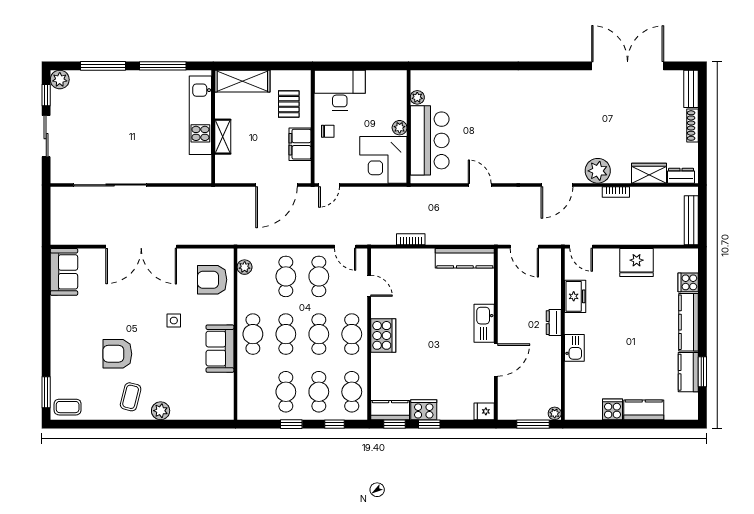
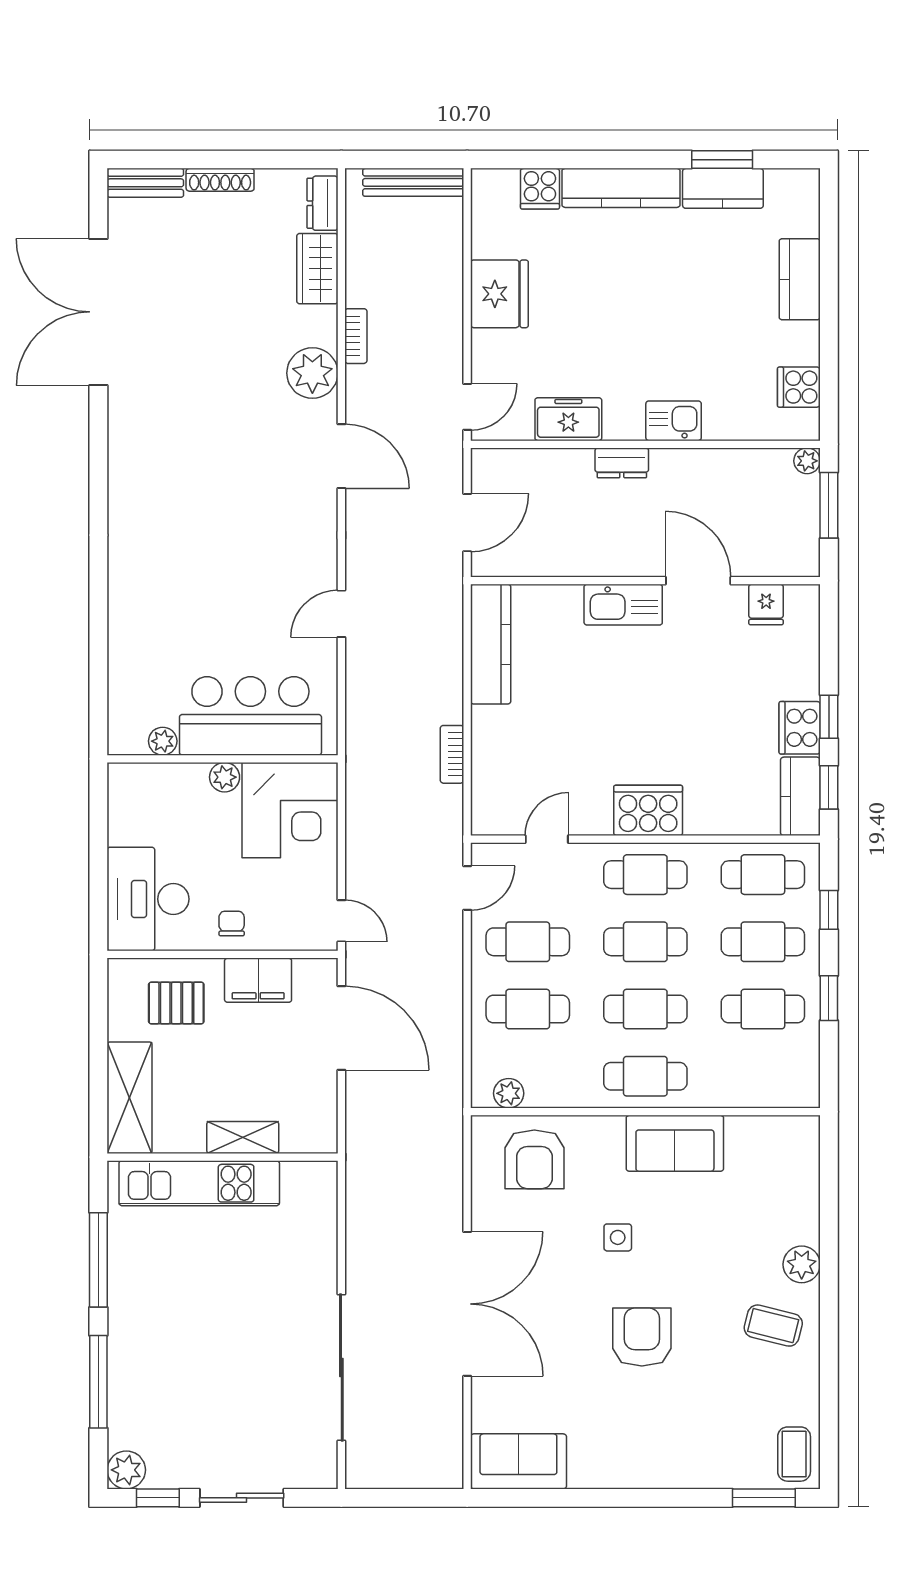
armchair: (117, 354) -> (642, 1337), moved, turned 180
cooker: (612, 409) -> (799, 387), moved
fridge: (484, 411) -> (766, 604), moved

